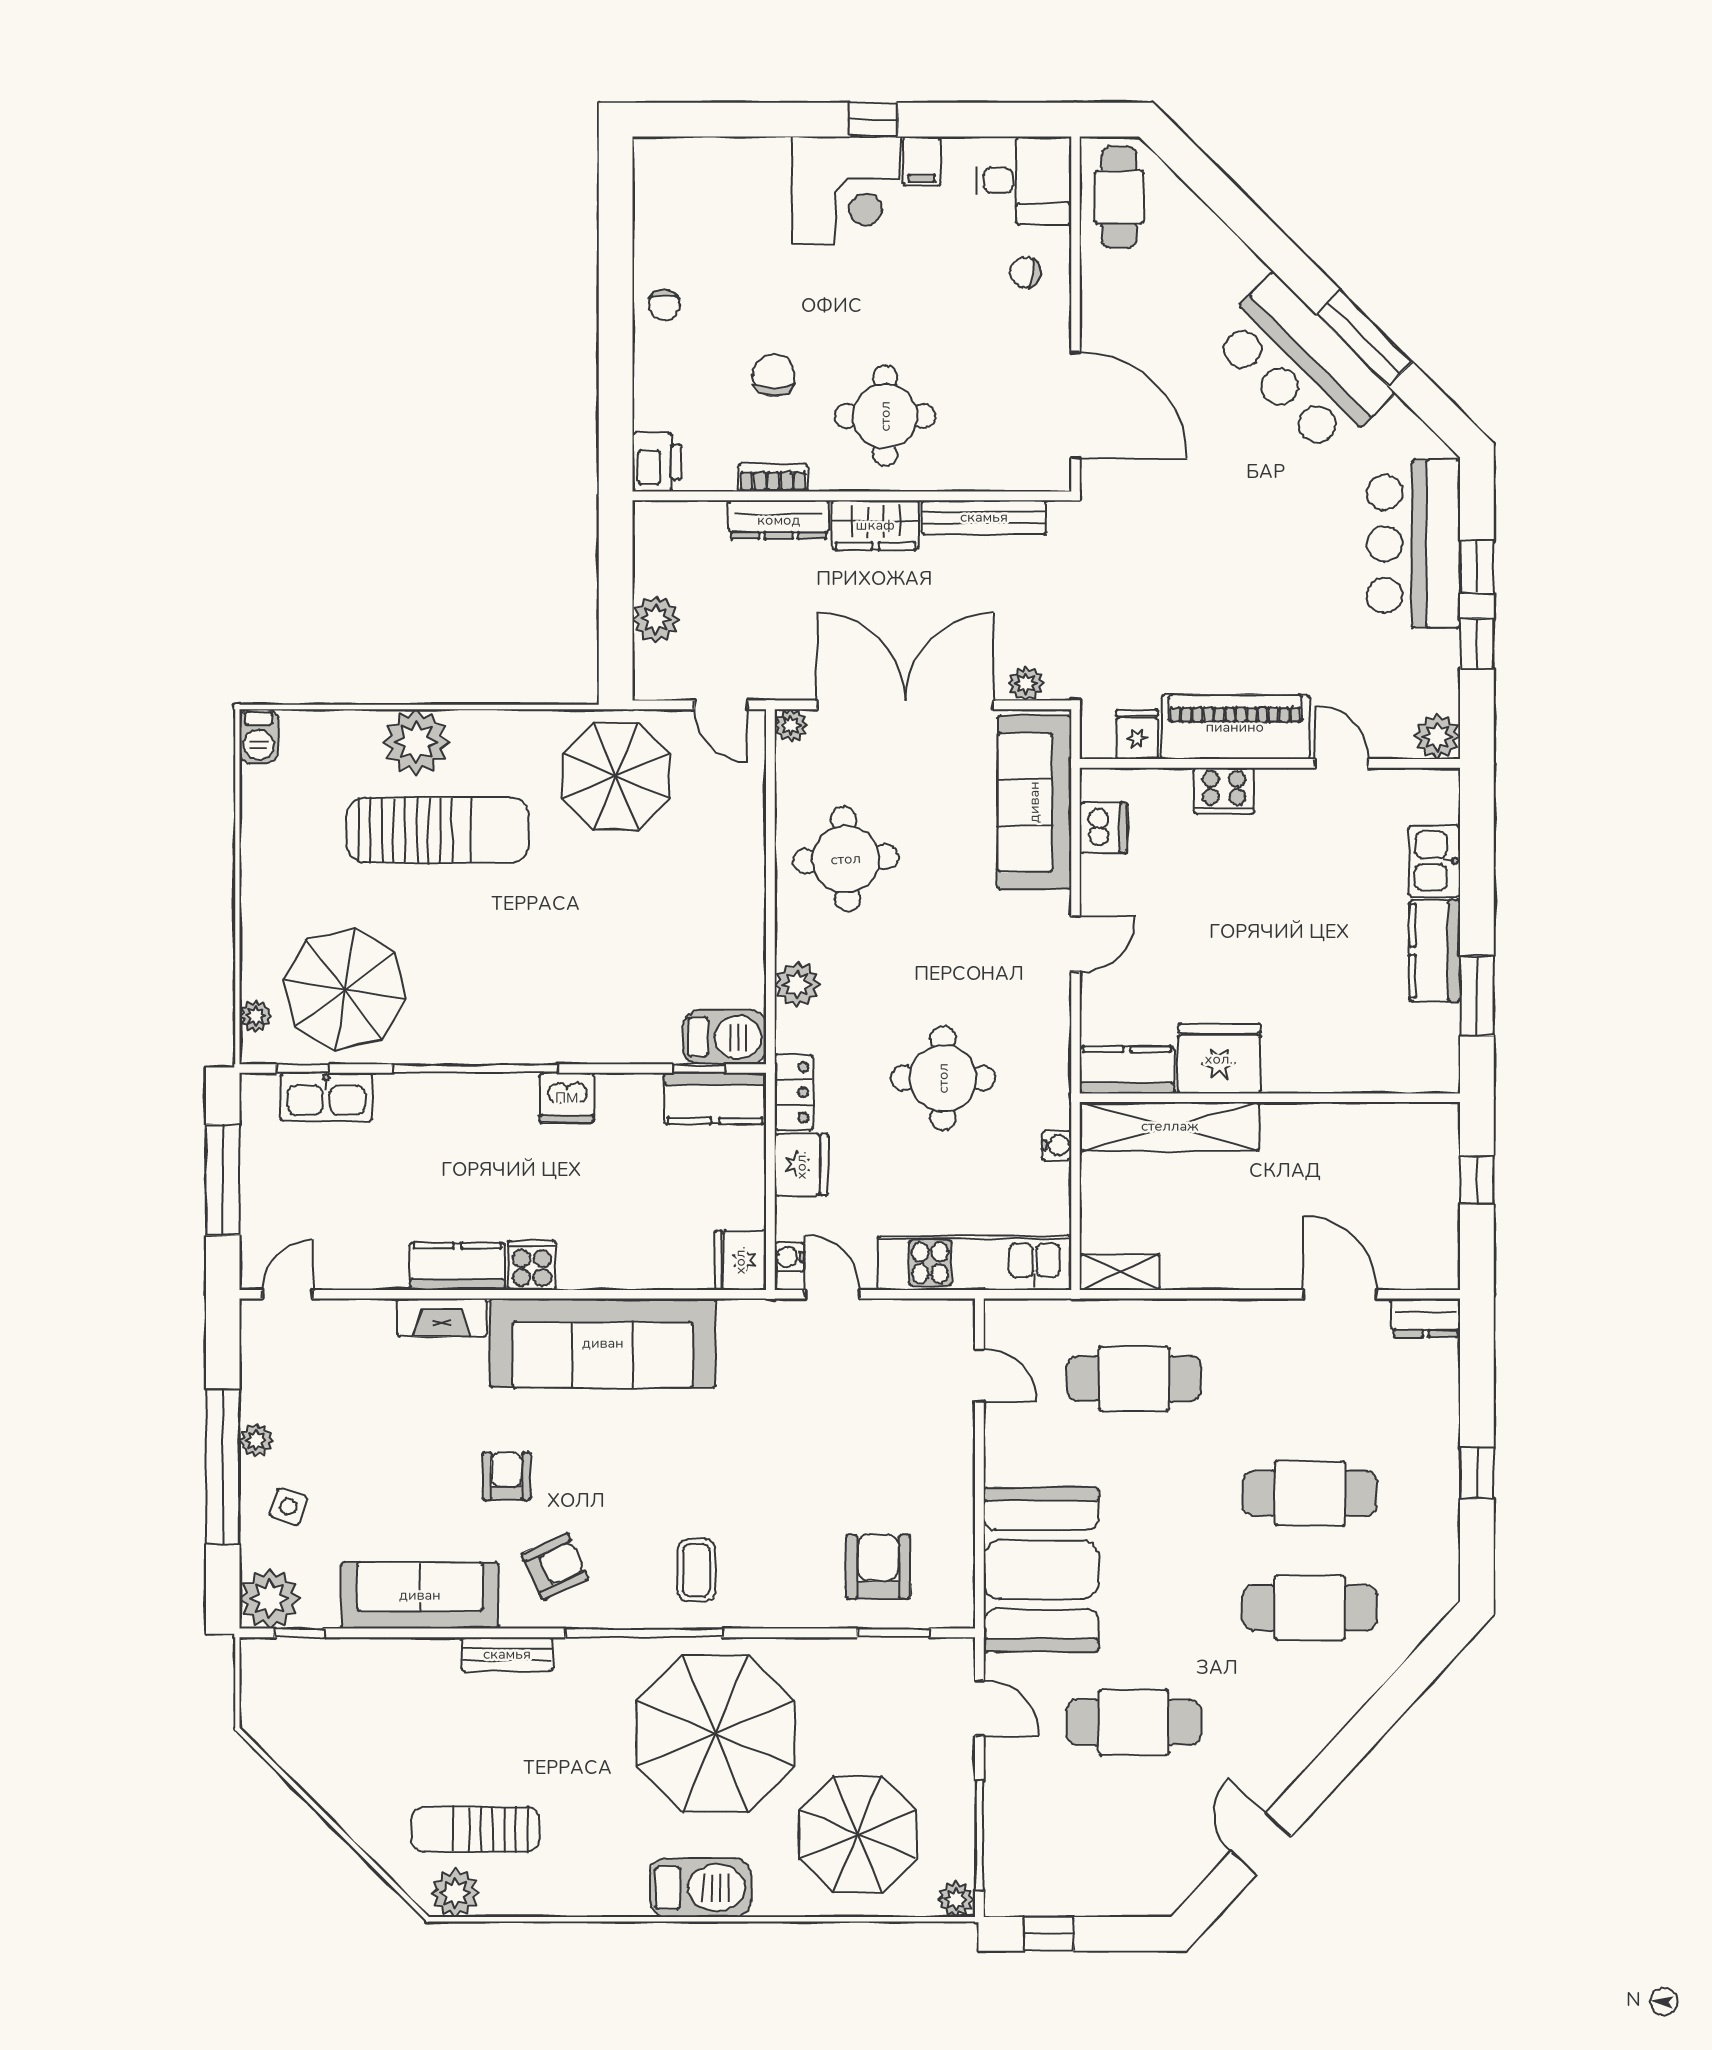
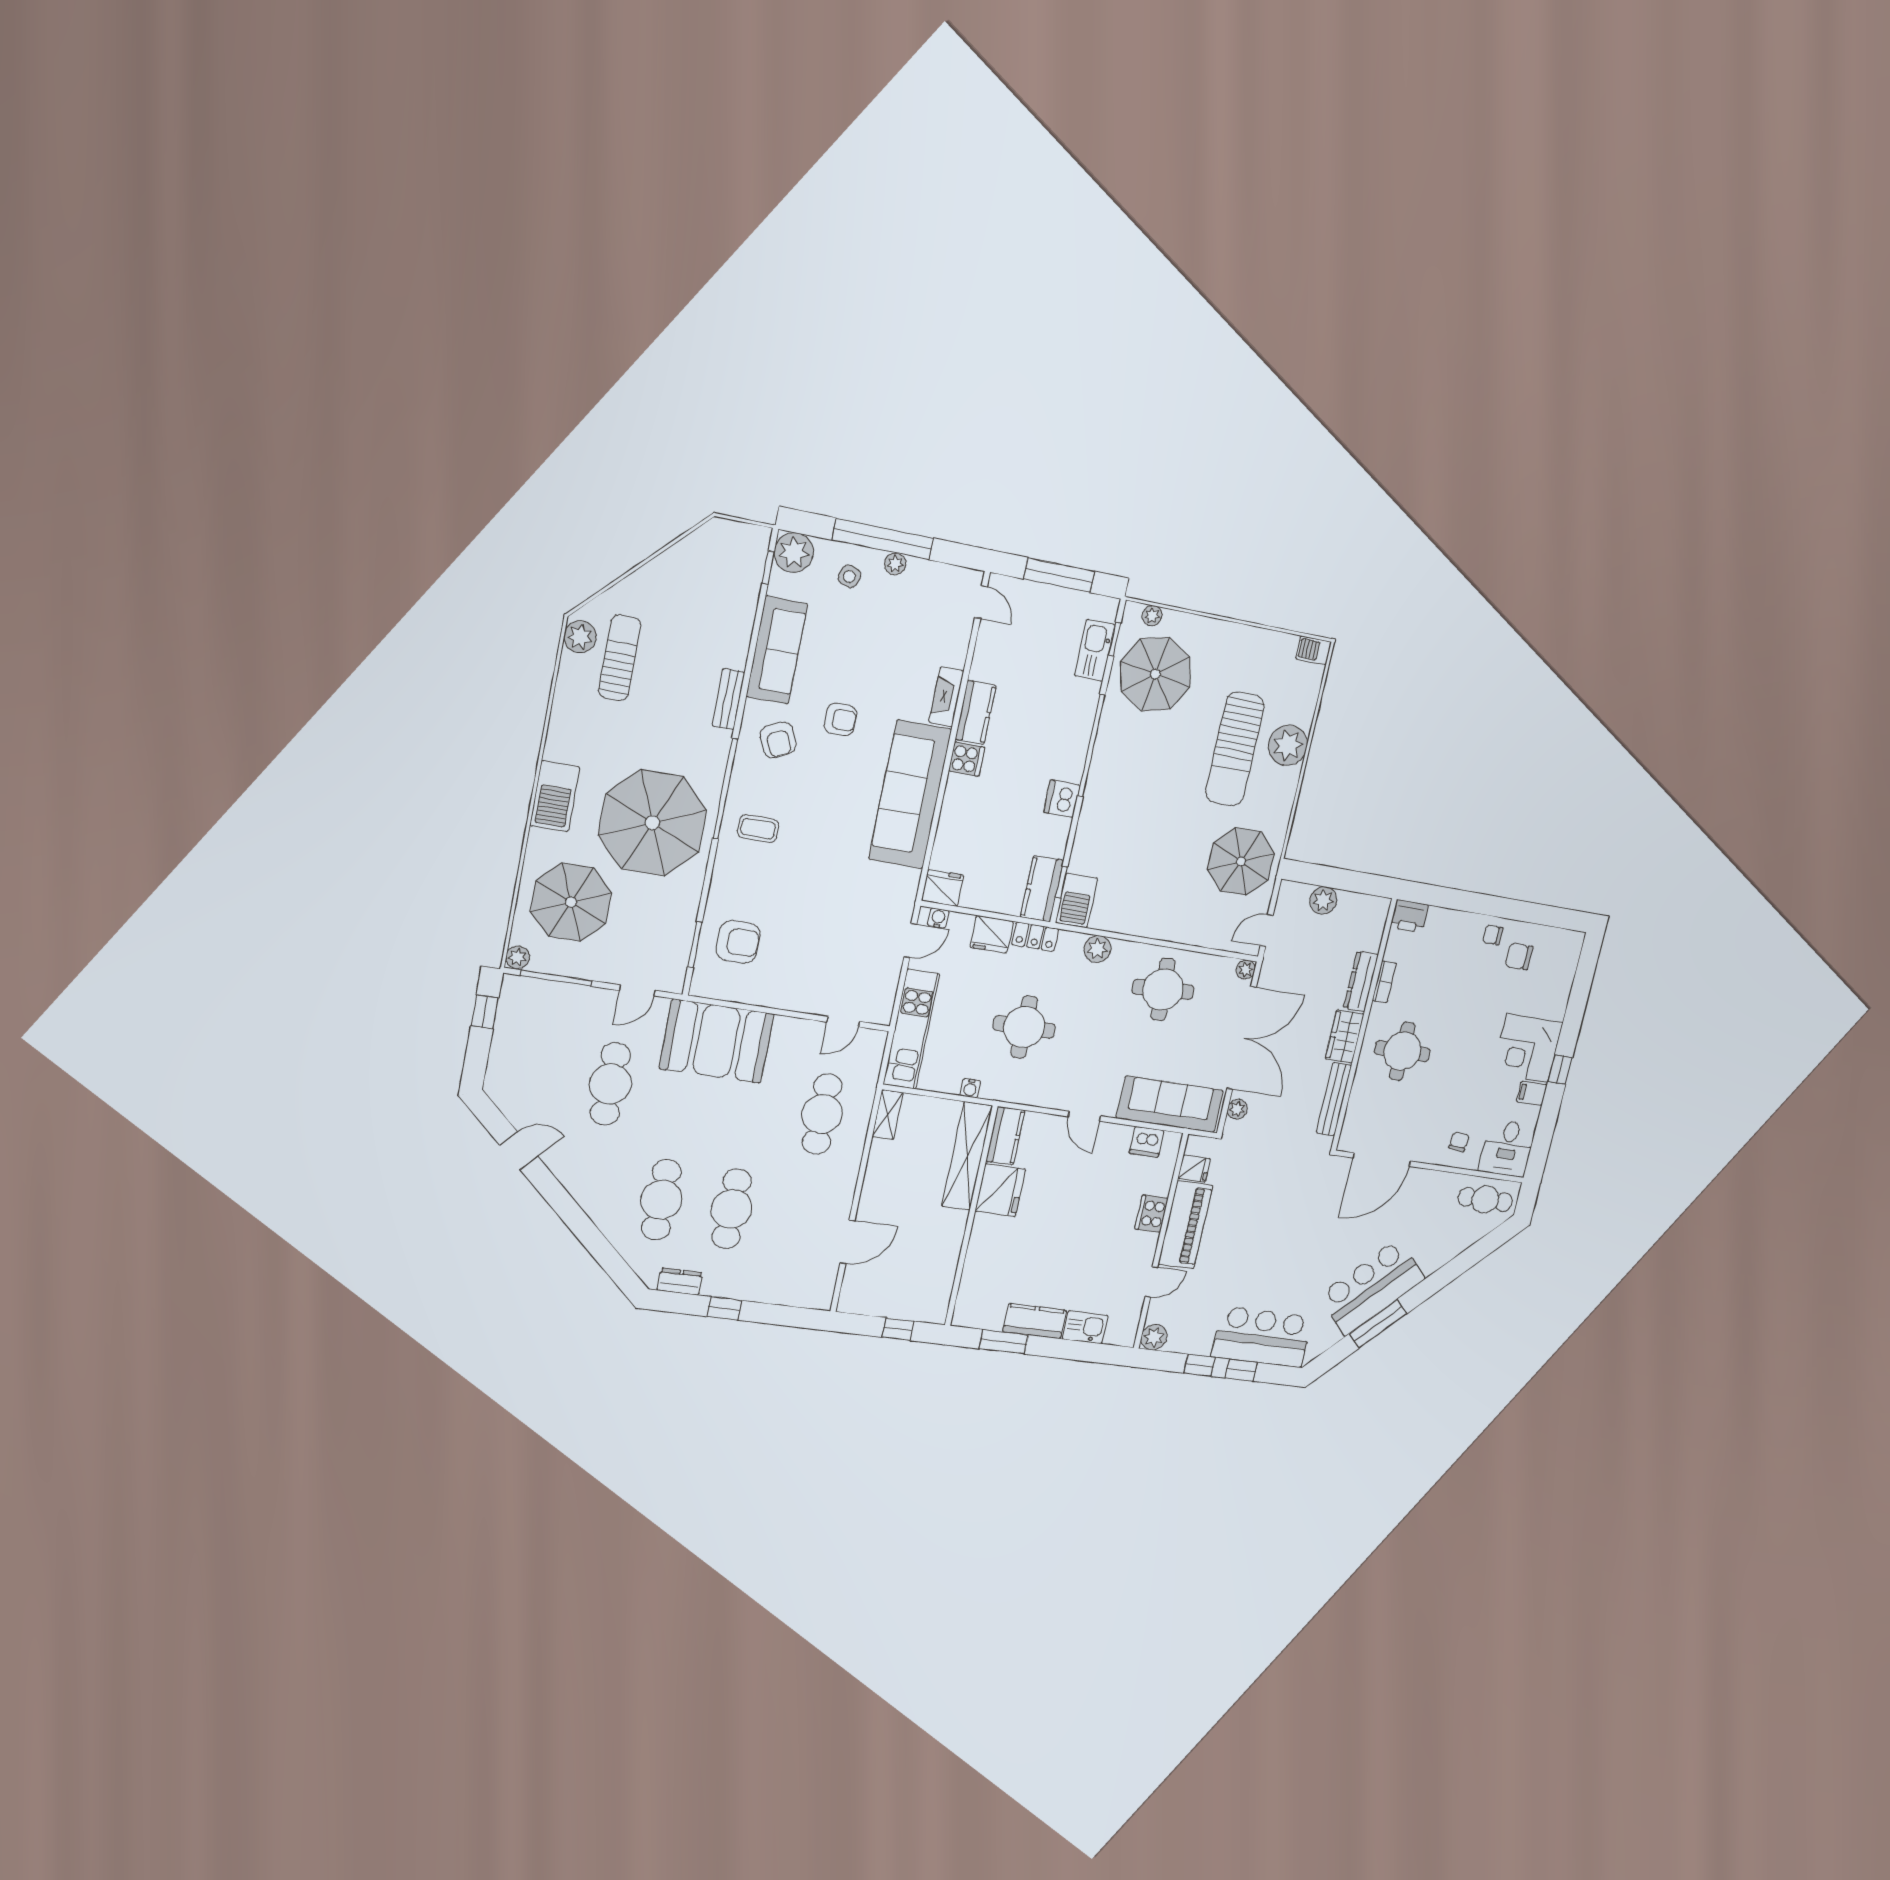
chair: (774, 375) -> (1519, 956), moved, turned 180
dresser: (1426, 1318) -> (680, 1281), moved, turned 90

